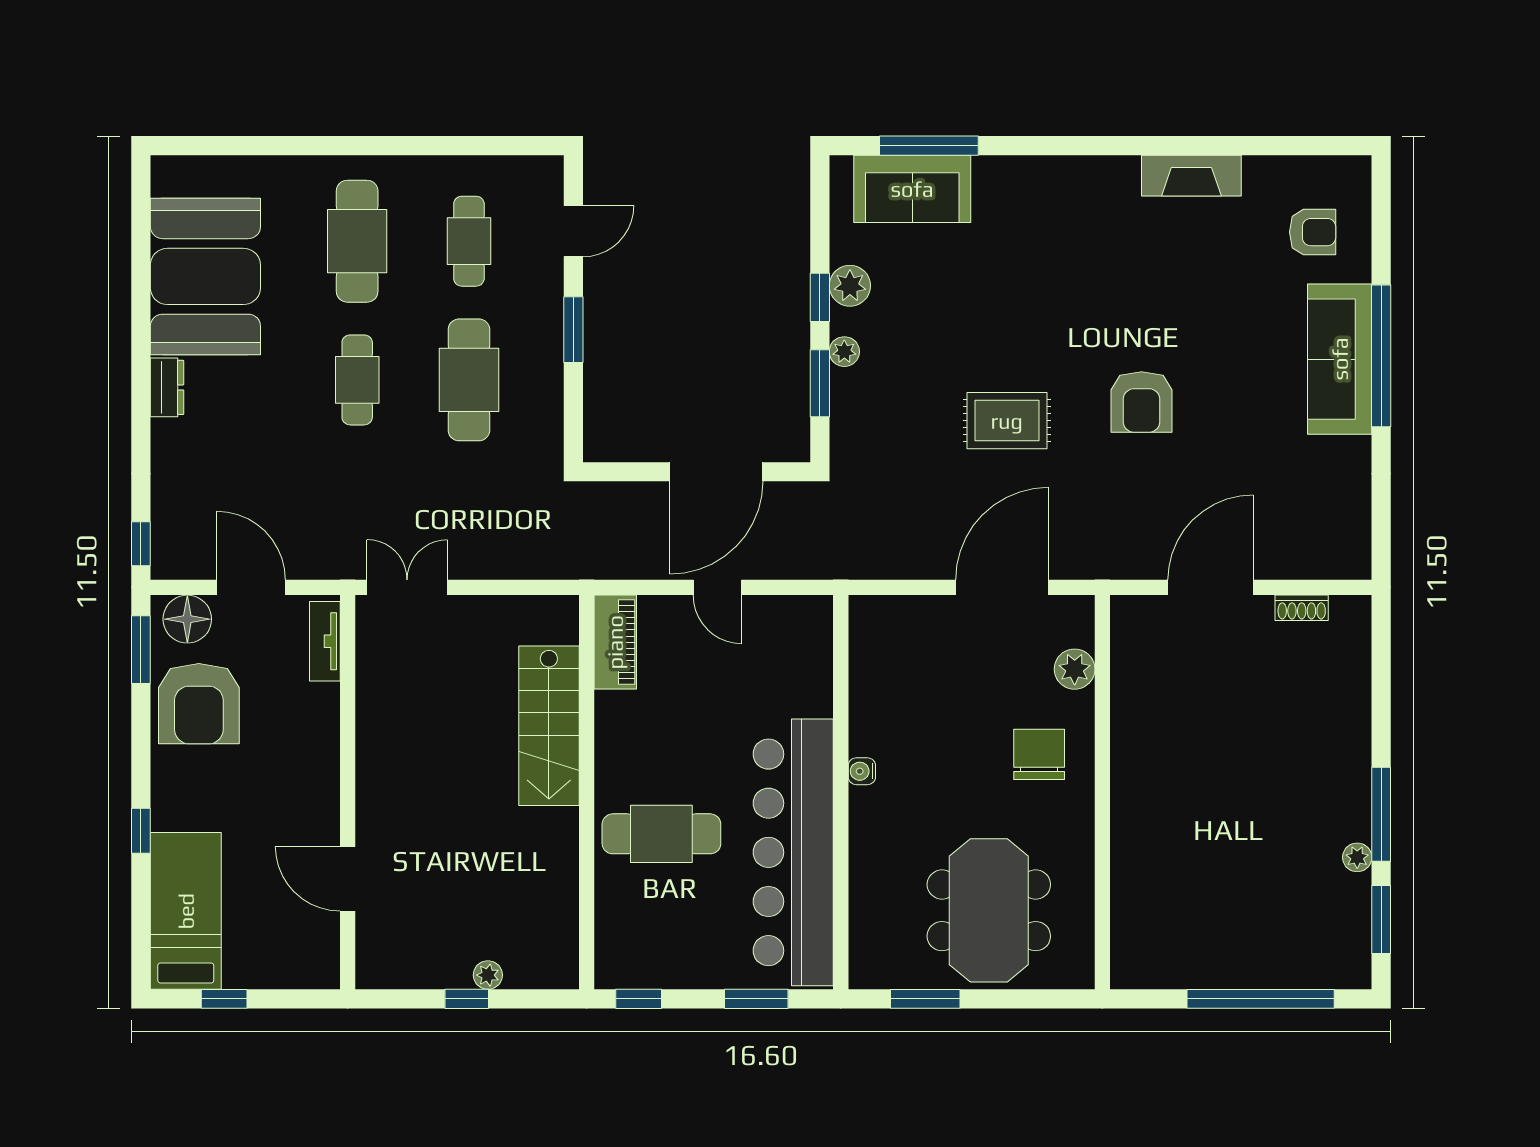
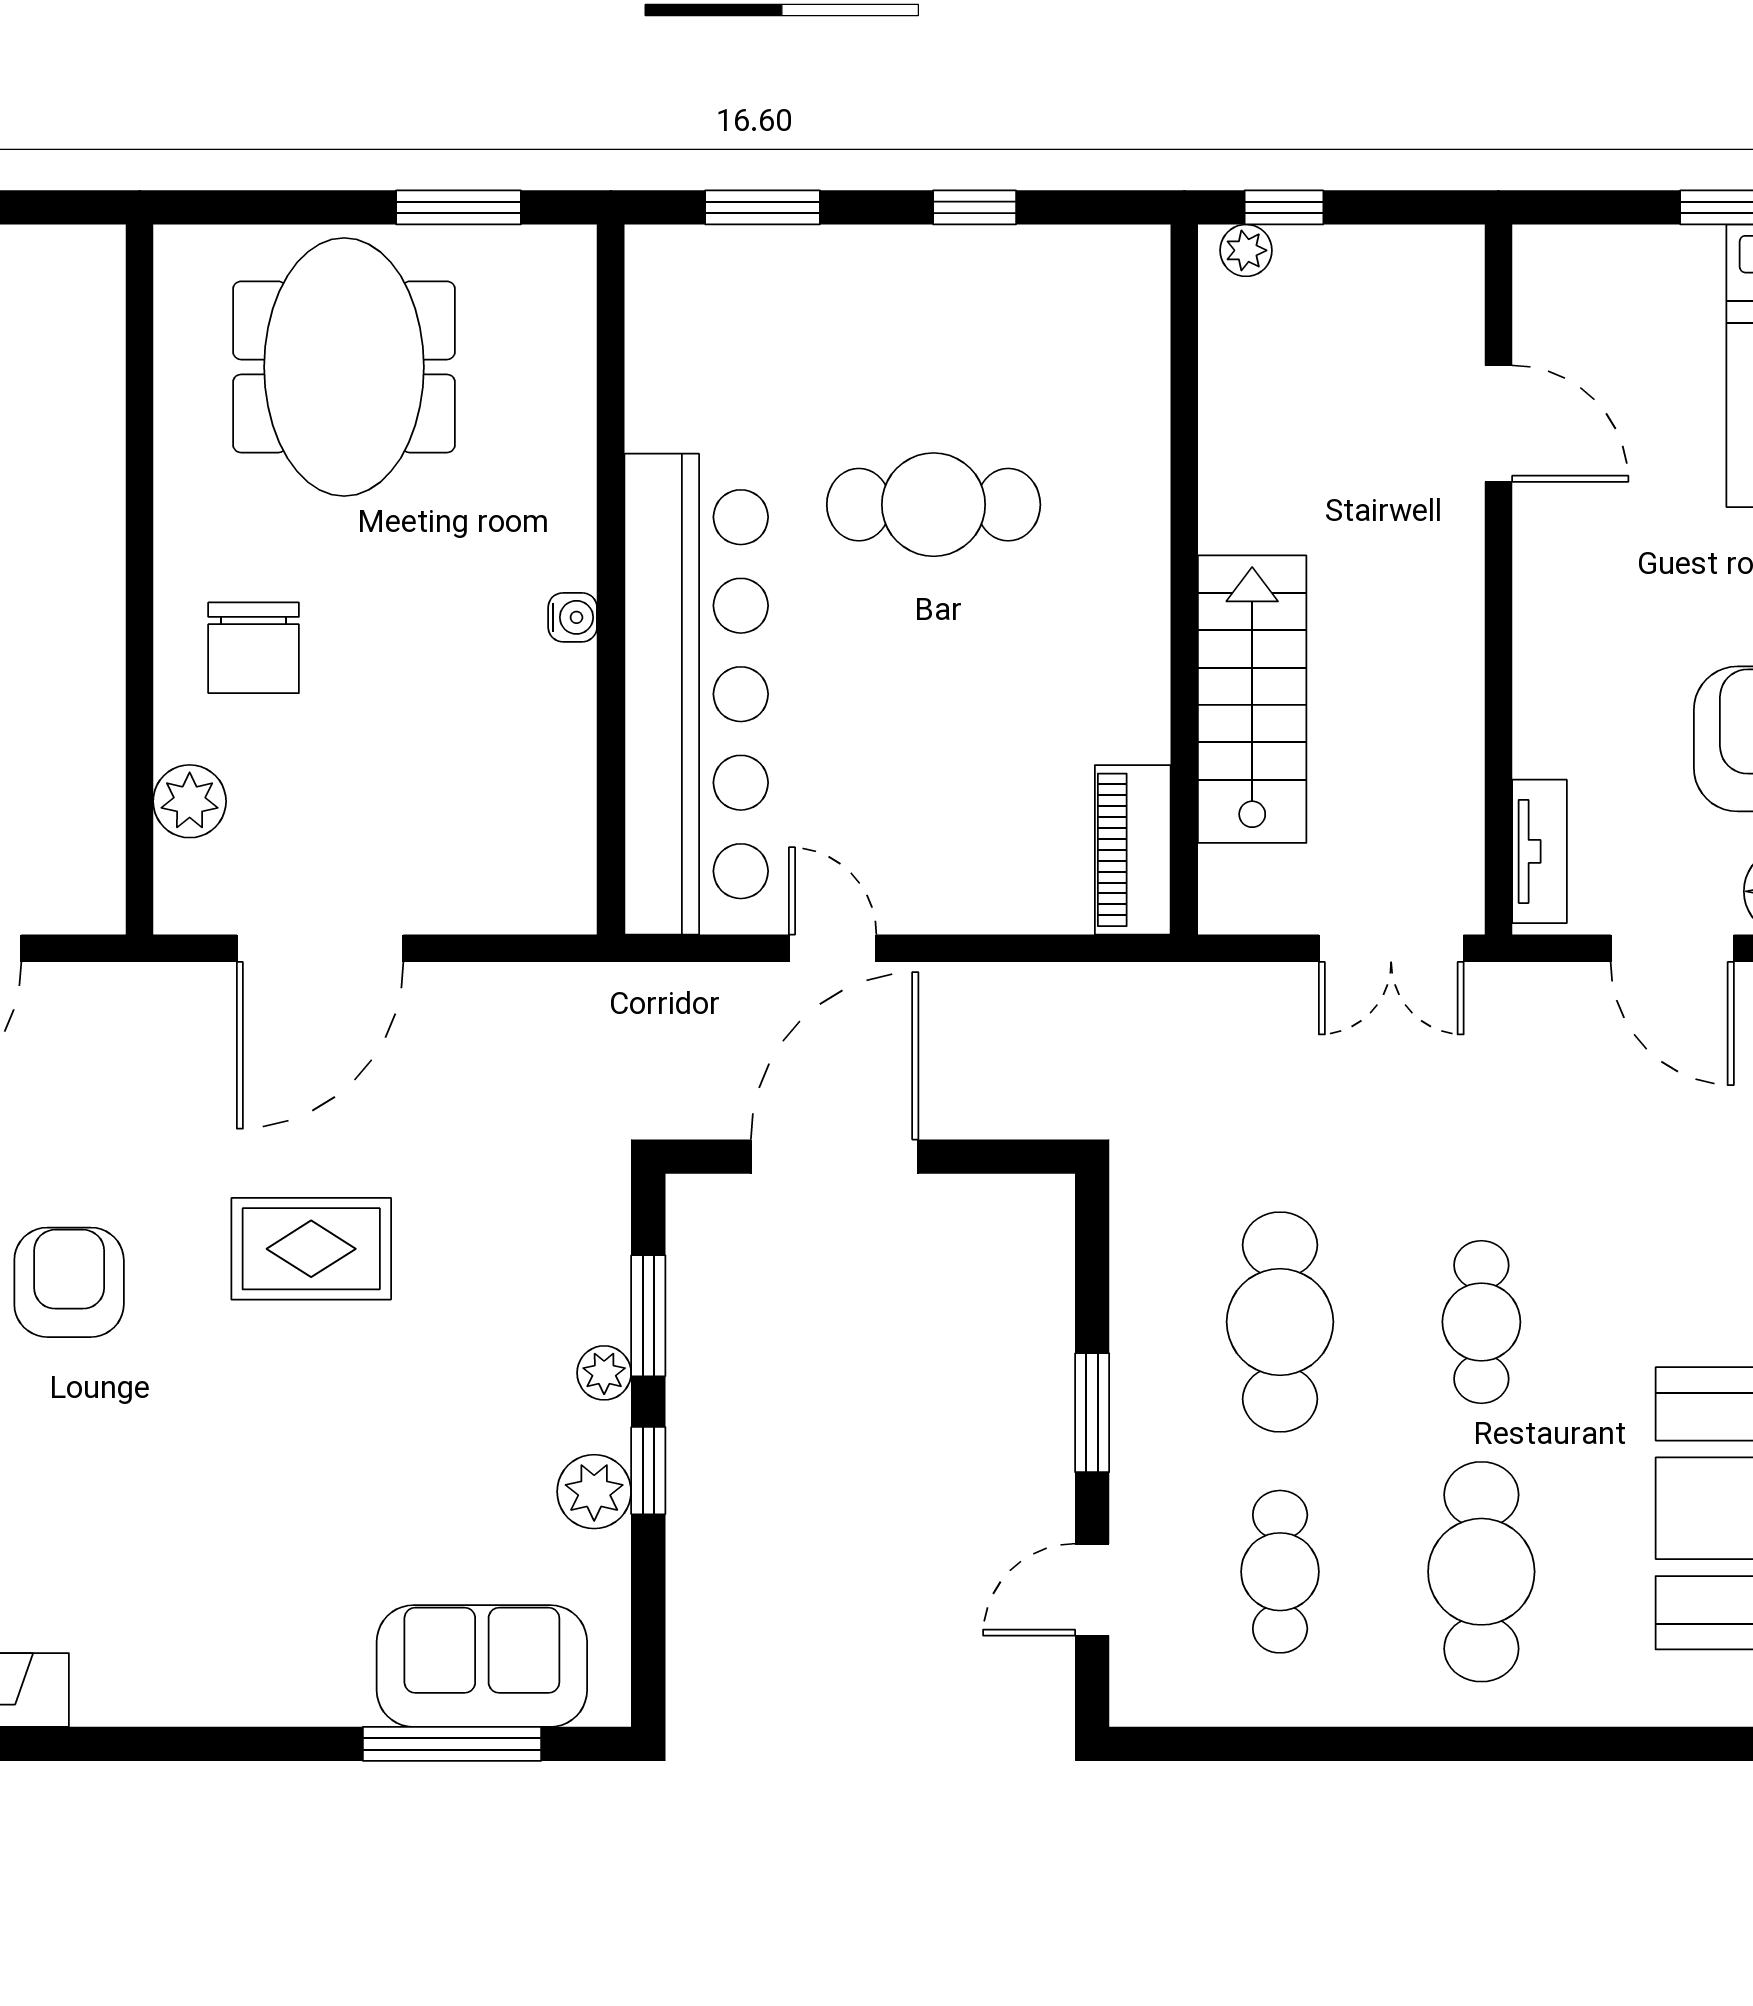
piano: (615, 642) -> (1133, 850), moved
stairs: (549, 726) -> (1252, 699), moved
wall: (587, 792) -> (1184, 580), moved
bar counter: (793, 852) -> (696, 694), moved

